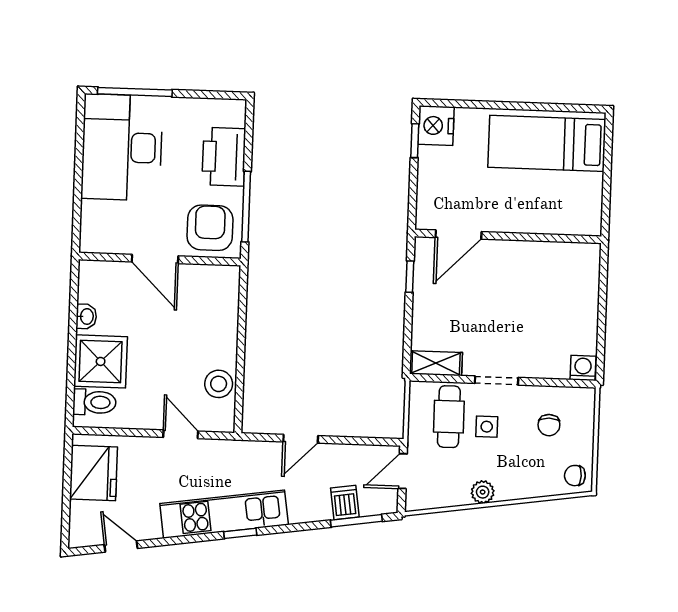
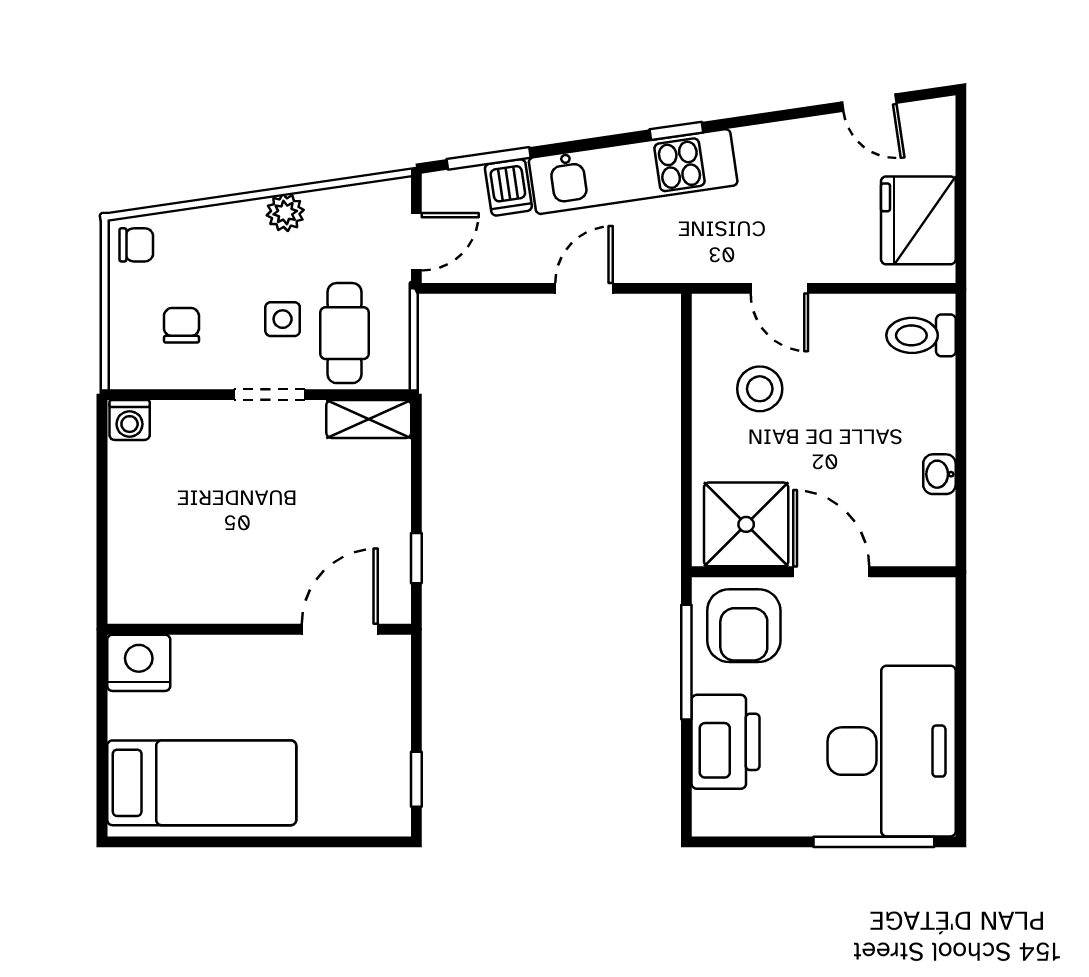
nightstand: (436, 126) -> (139, 663), moved, turned -90
shower: (101, 361) -> (746, 524), moved
stool: (219, 384) -> (760, 389), moved
kitchen unit: (224, 514) -> (633, 172), moved

